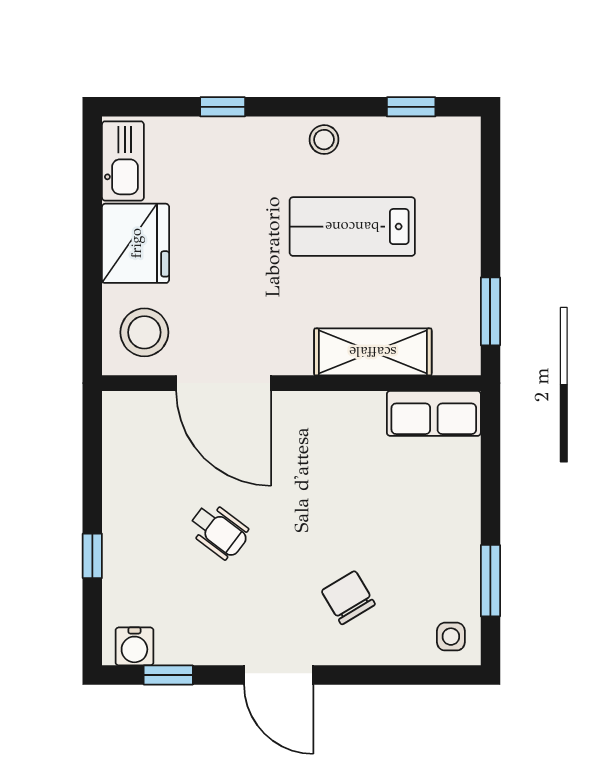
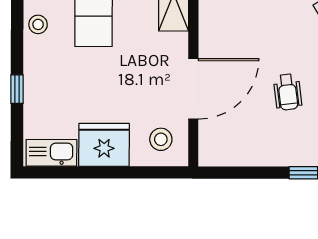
stool: (144, 332) -> (161, 139), width x0.73, depth x0.73
wheelchair: (219, 531) -> (288, 92), turned 136

